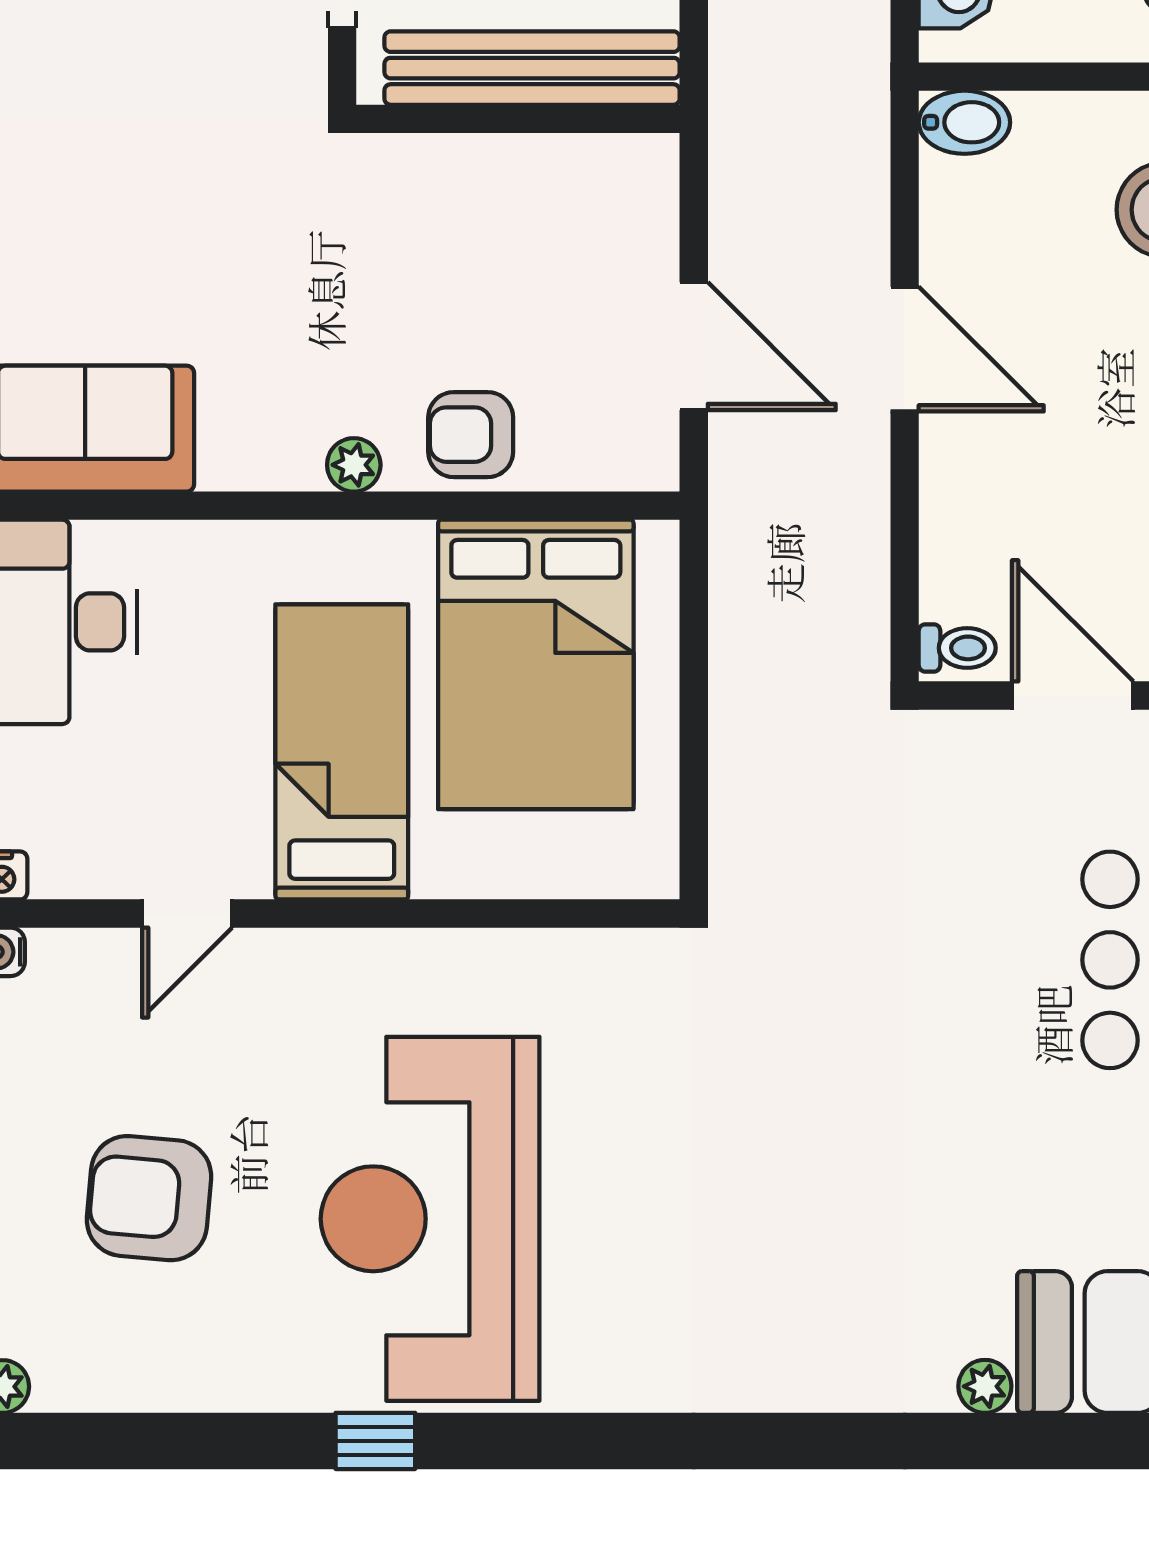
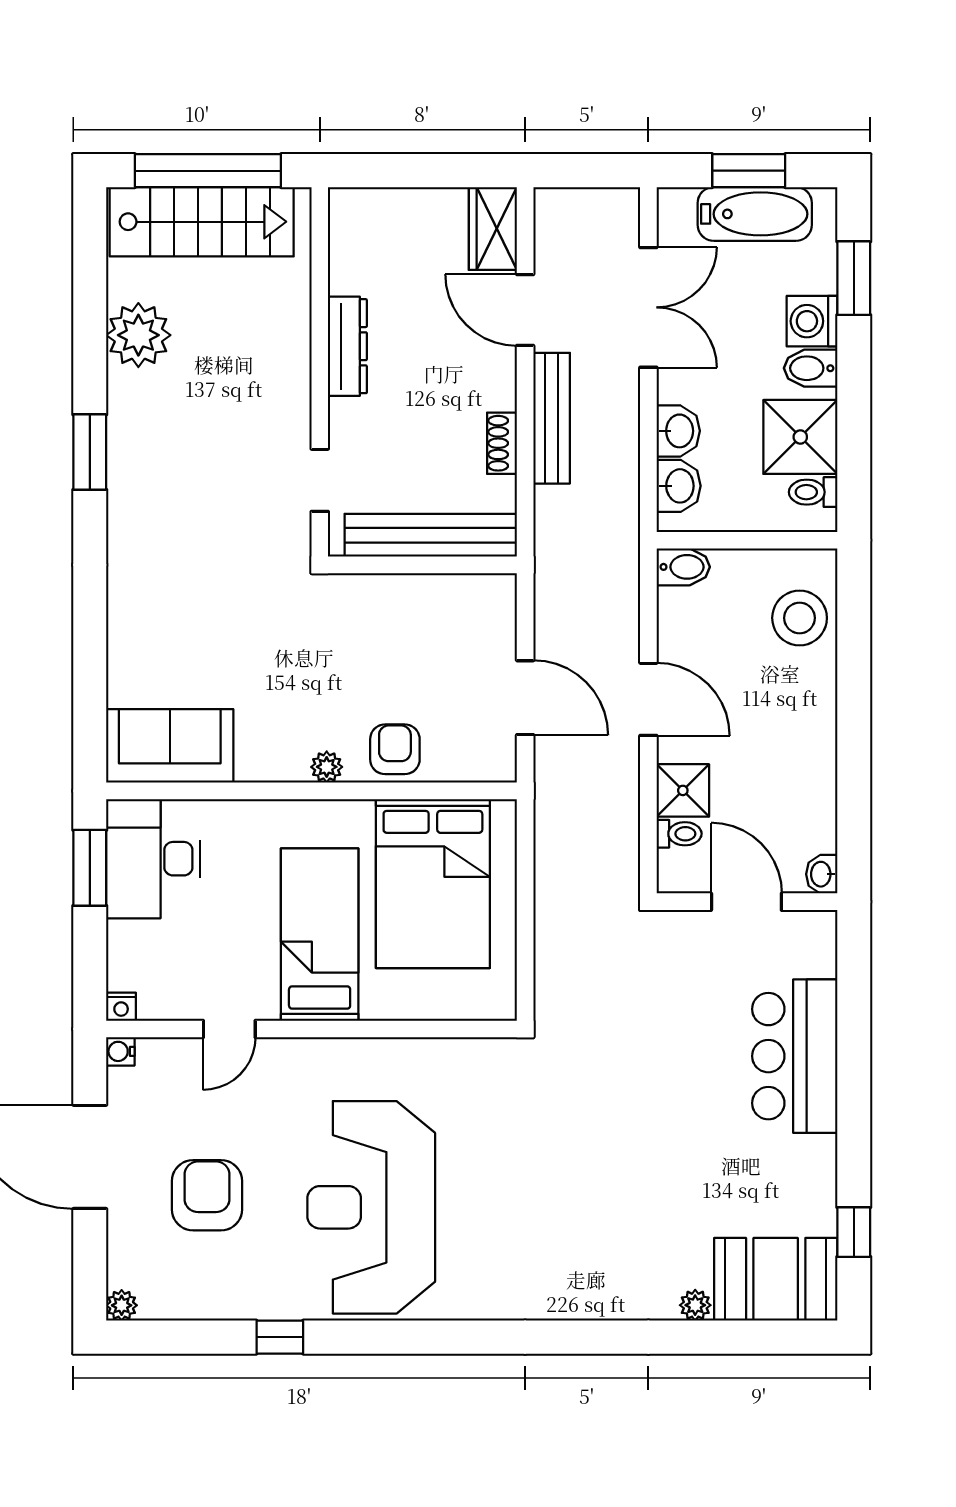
armchair: (471, 435) -> (395, 749), turned 90
shower: (964, 505) -> (683, 790), added
toilet: (957, 648) -> (679, 834), moved
armchair: (149, 1198) -> (207, 1195), turned 85
window: (375, 1441) -> (280, 1337), moved

